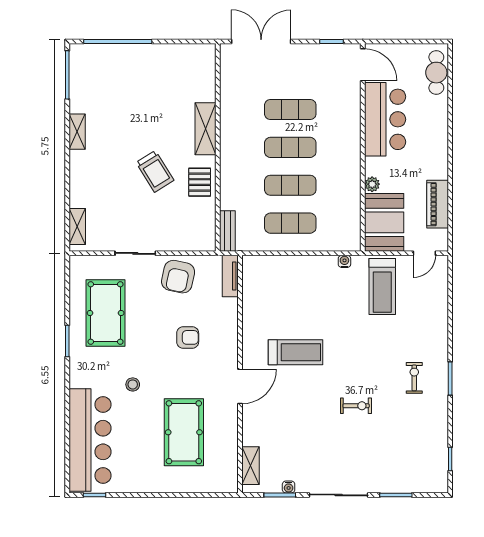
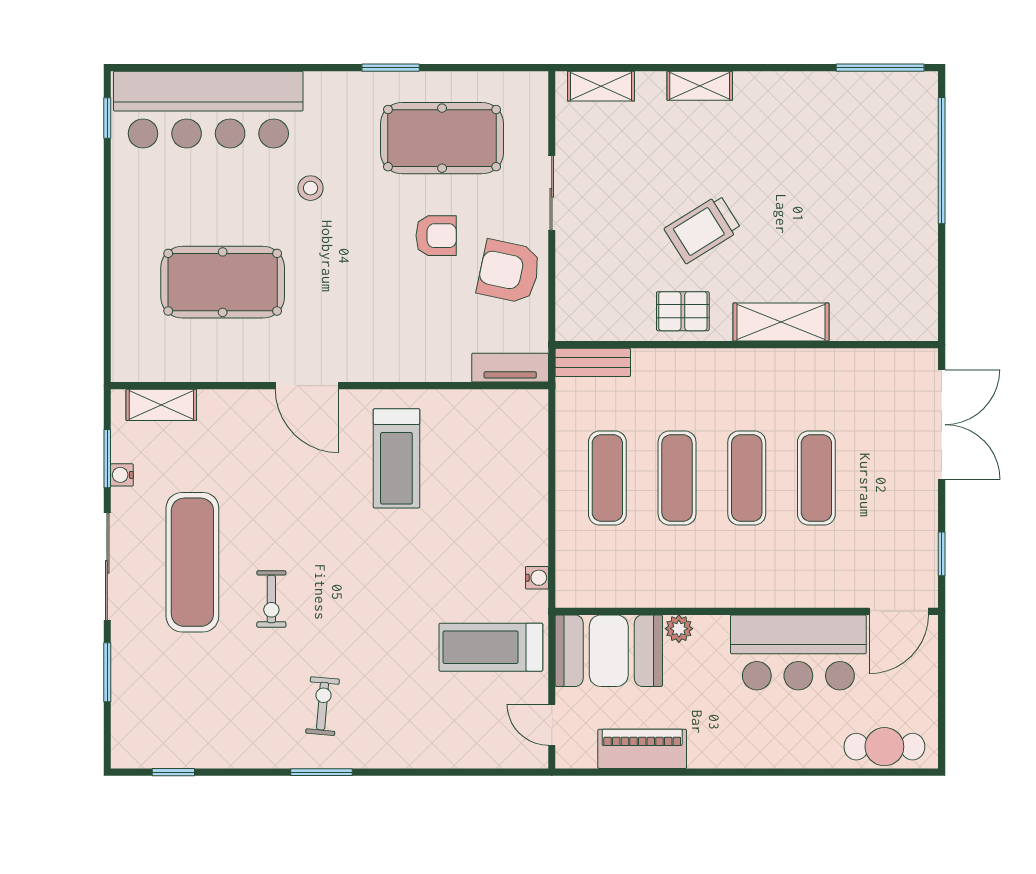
shelving: (77, 132) -> (700, 86), moved
armchair: (188, 337) -> (436, 236), moved, turned -90
treadmill: (296, 352) -> (396, 458), moved
exercise bike: (414, 378) -> (323, 706), turned -85
exercise mat: (336, 449) -> (192, 562), added

